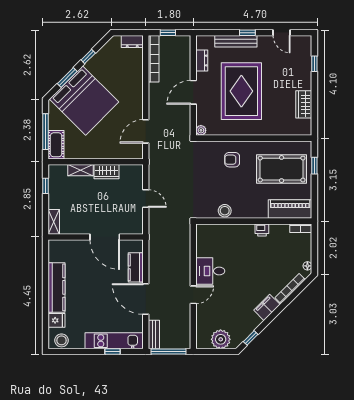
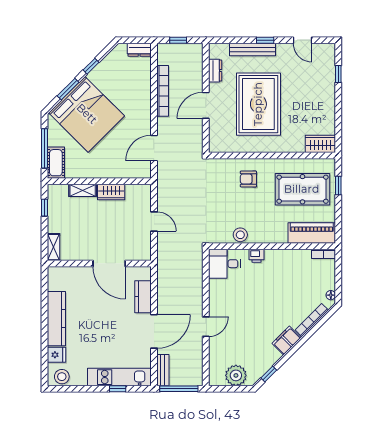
bookcase: (154, 59) -> (163, 91), moved
wardrobe: (304, 104) -> (320, 144), moved, turned 90
plant: (201, 130) -> (214, 147), removed
printer: (262, 230) -> (256, 256), moved
desk: (210, 271) -> (224, 264), moved
door: (146, 299) -> (154, 331), swing flipped

